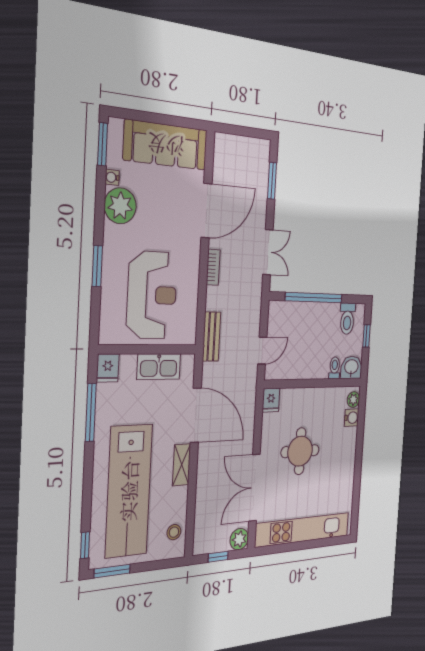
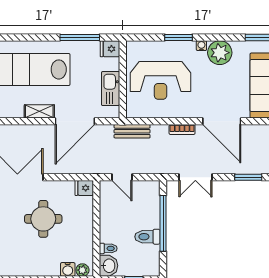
water cooler: (112, 177) -> (201, 46), moved
toilet: (347, 319) -> (147, 237), moved

